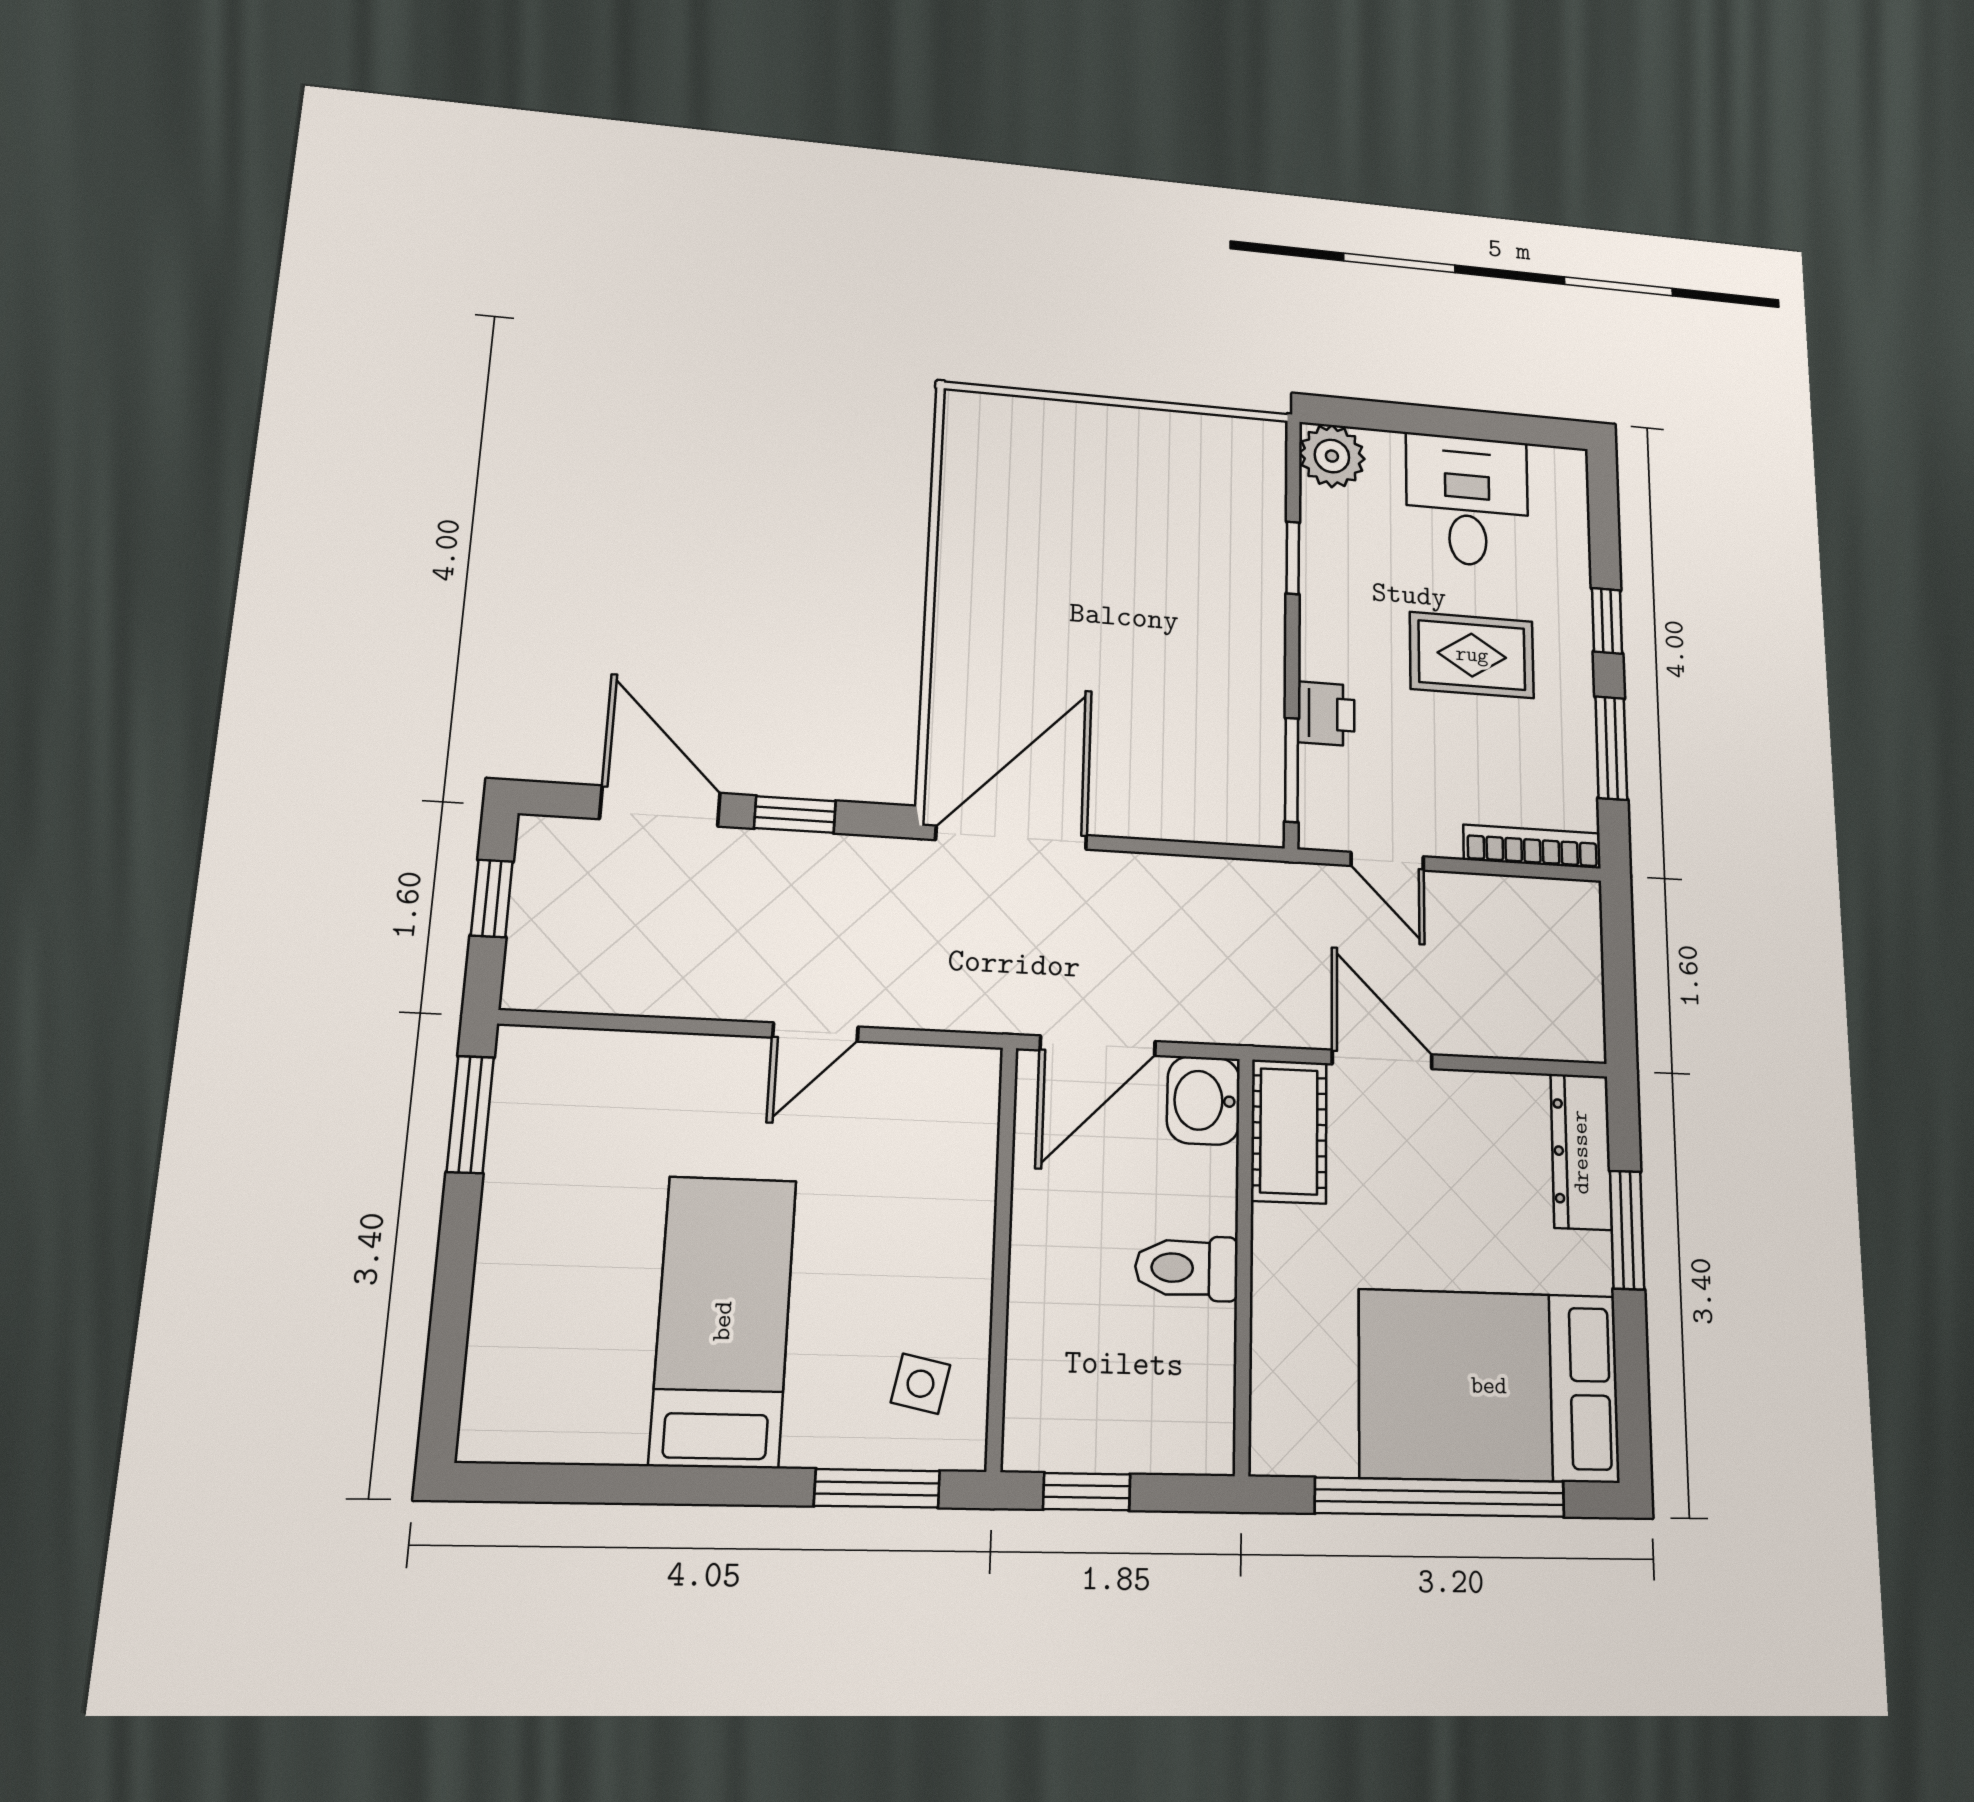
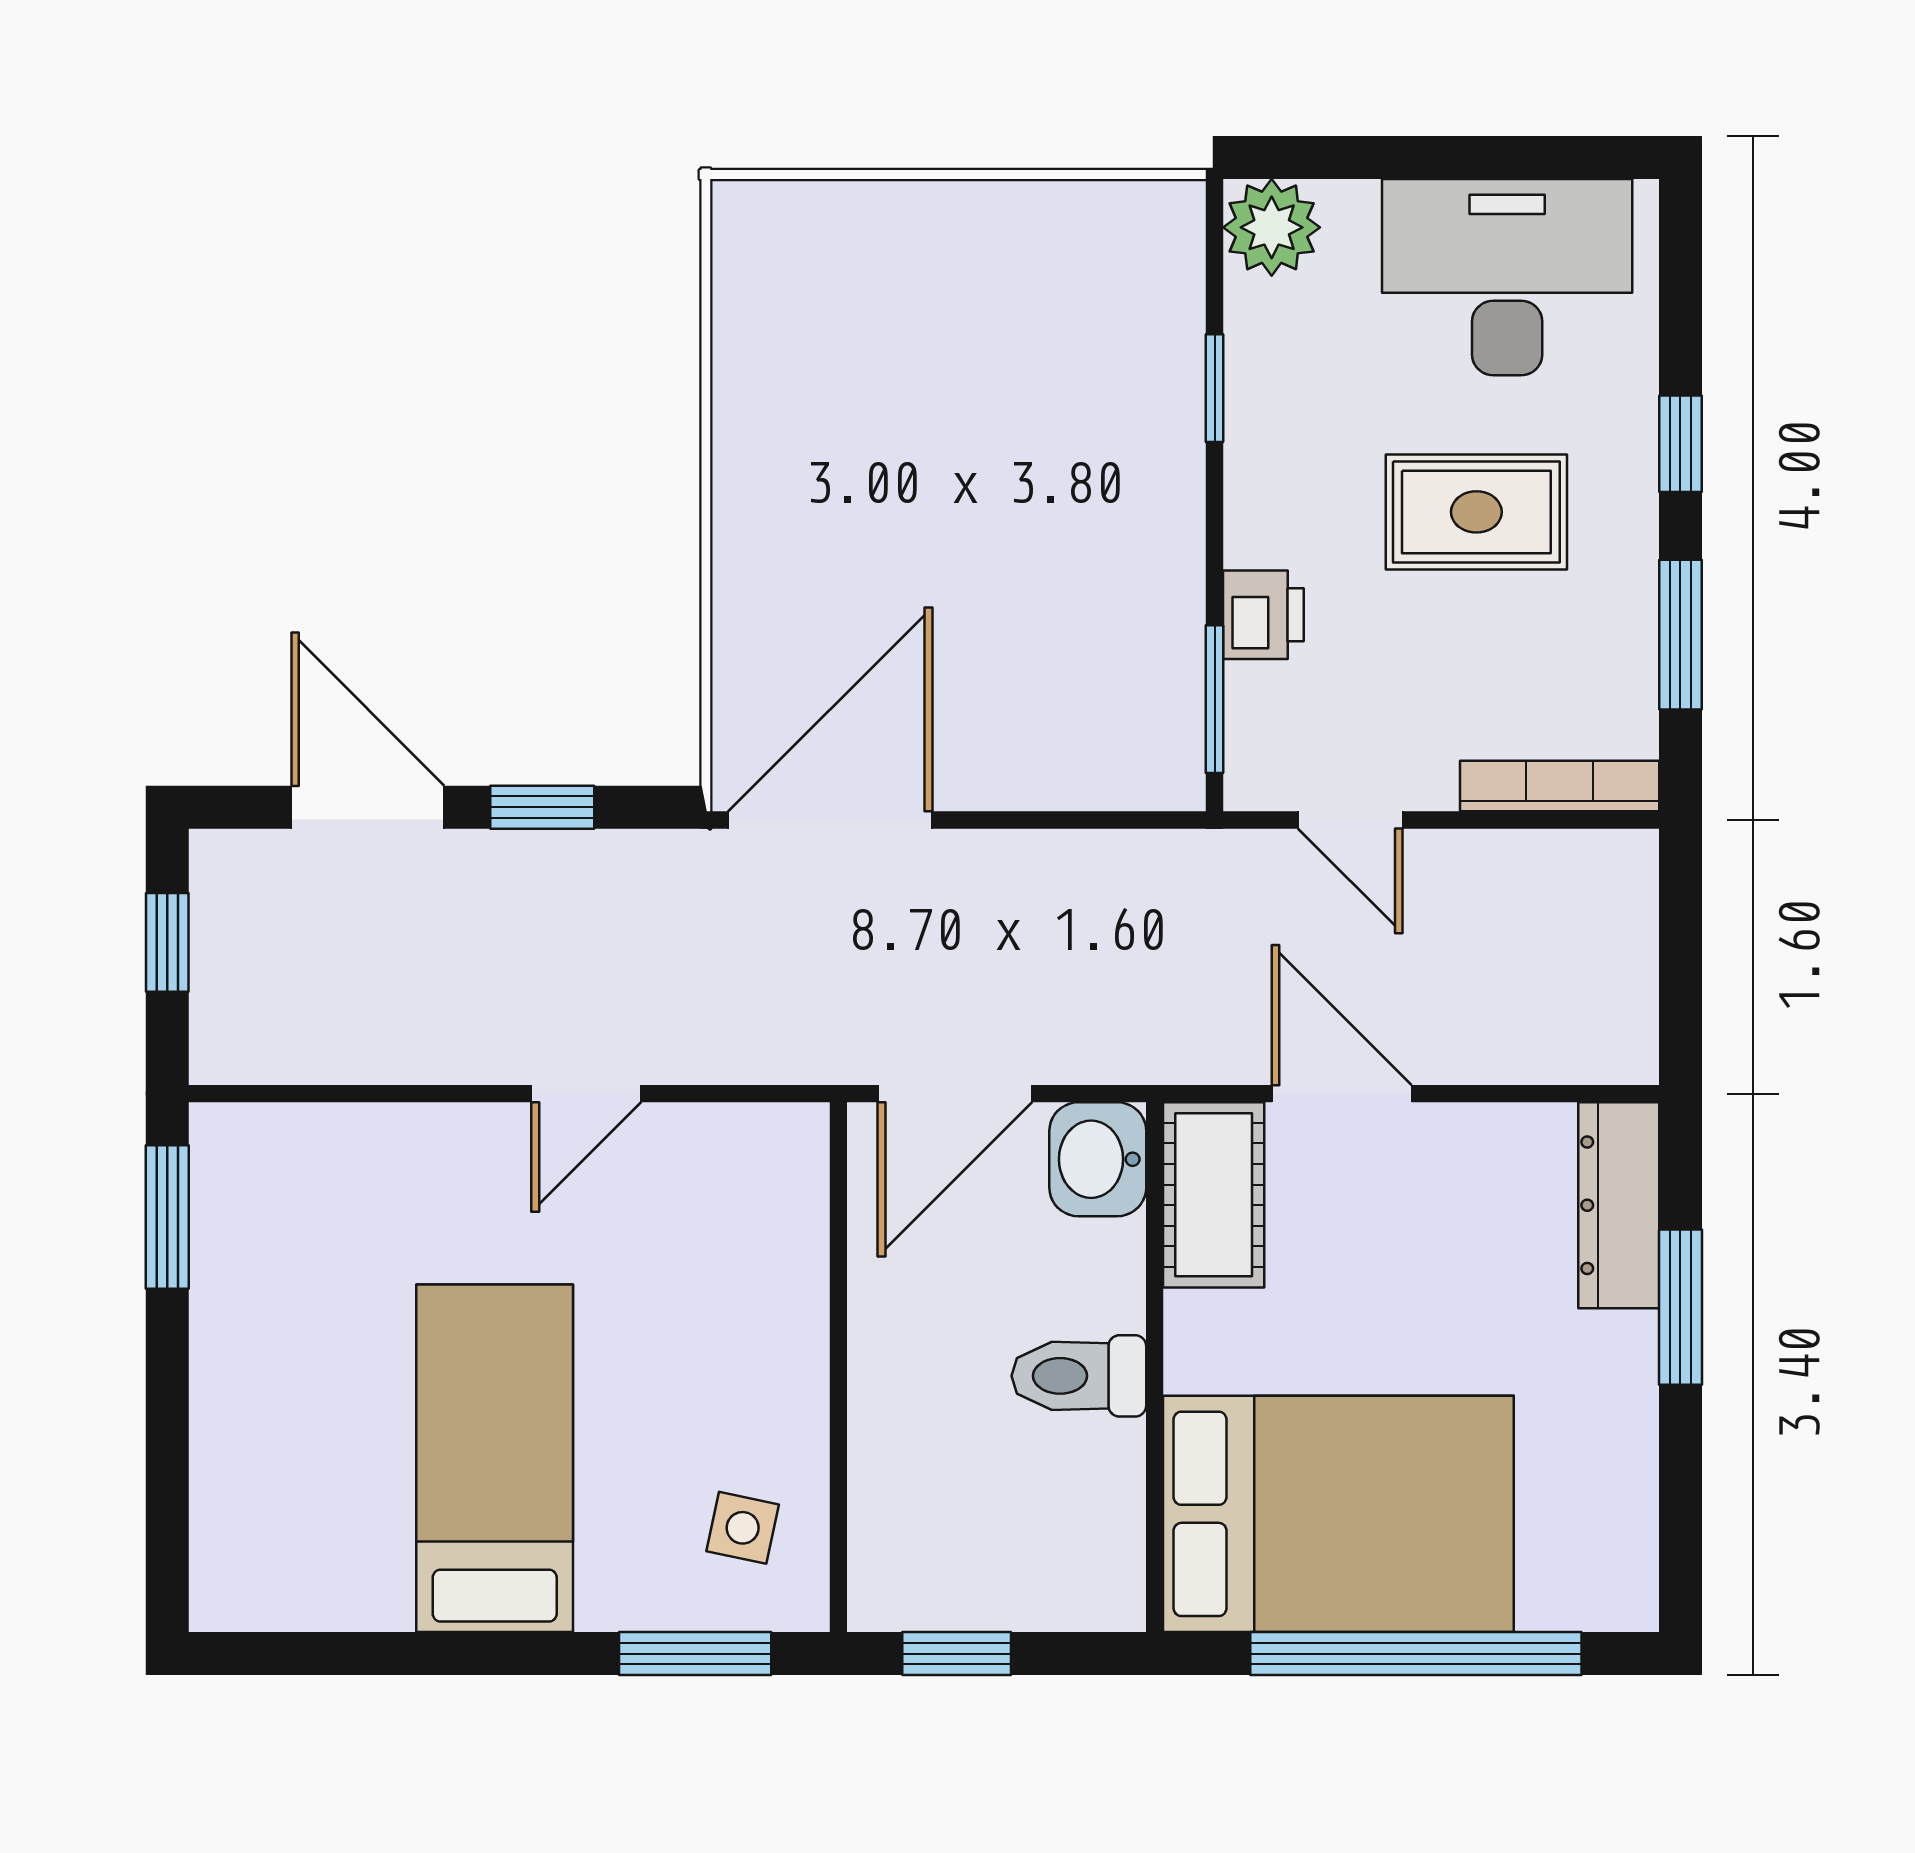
desk: (1467, 500) -> (1507, 277), width x1.37
bed: (1489, 1386) -> (1338, 1514), moved, turned 180

